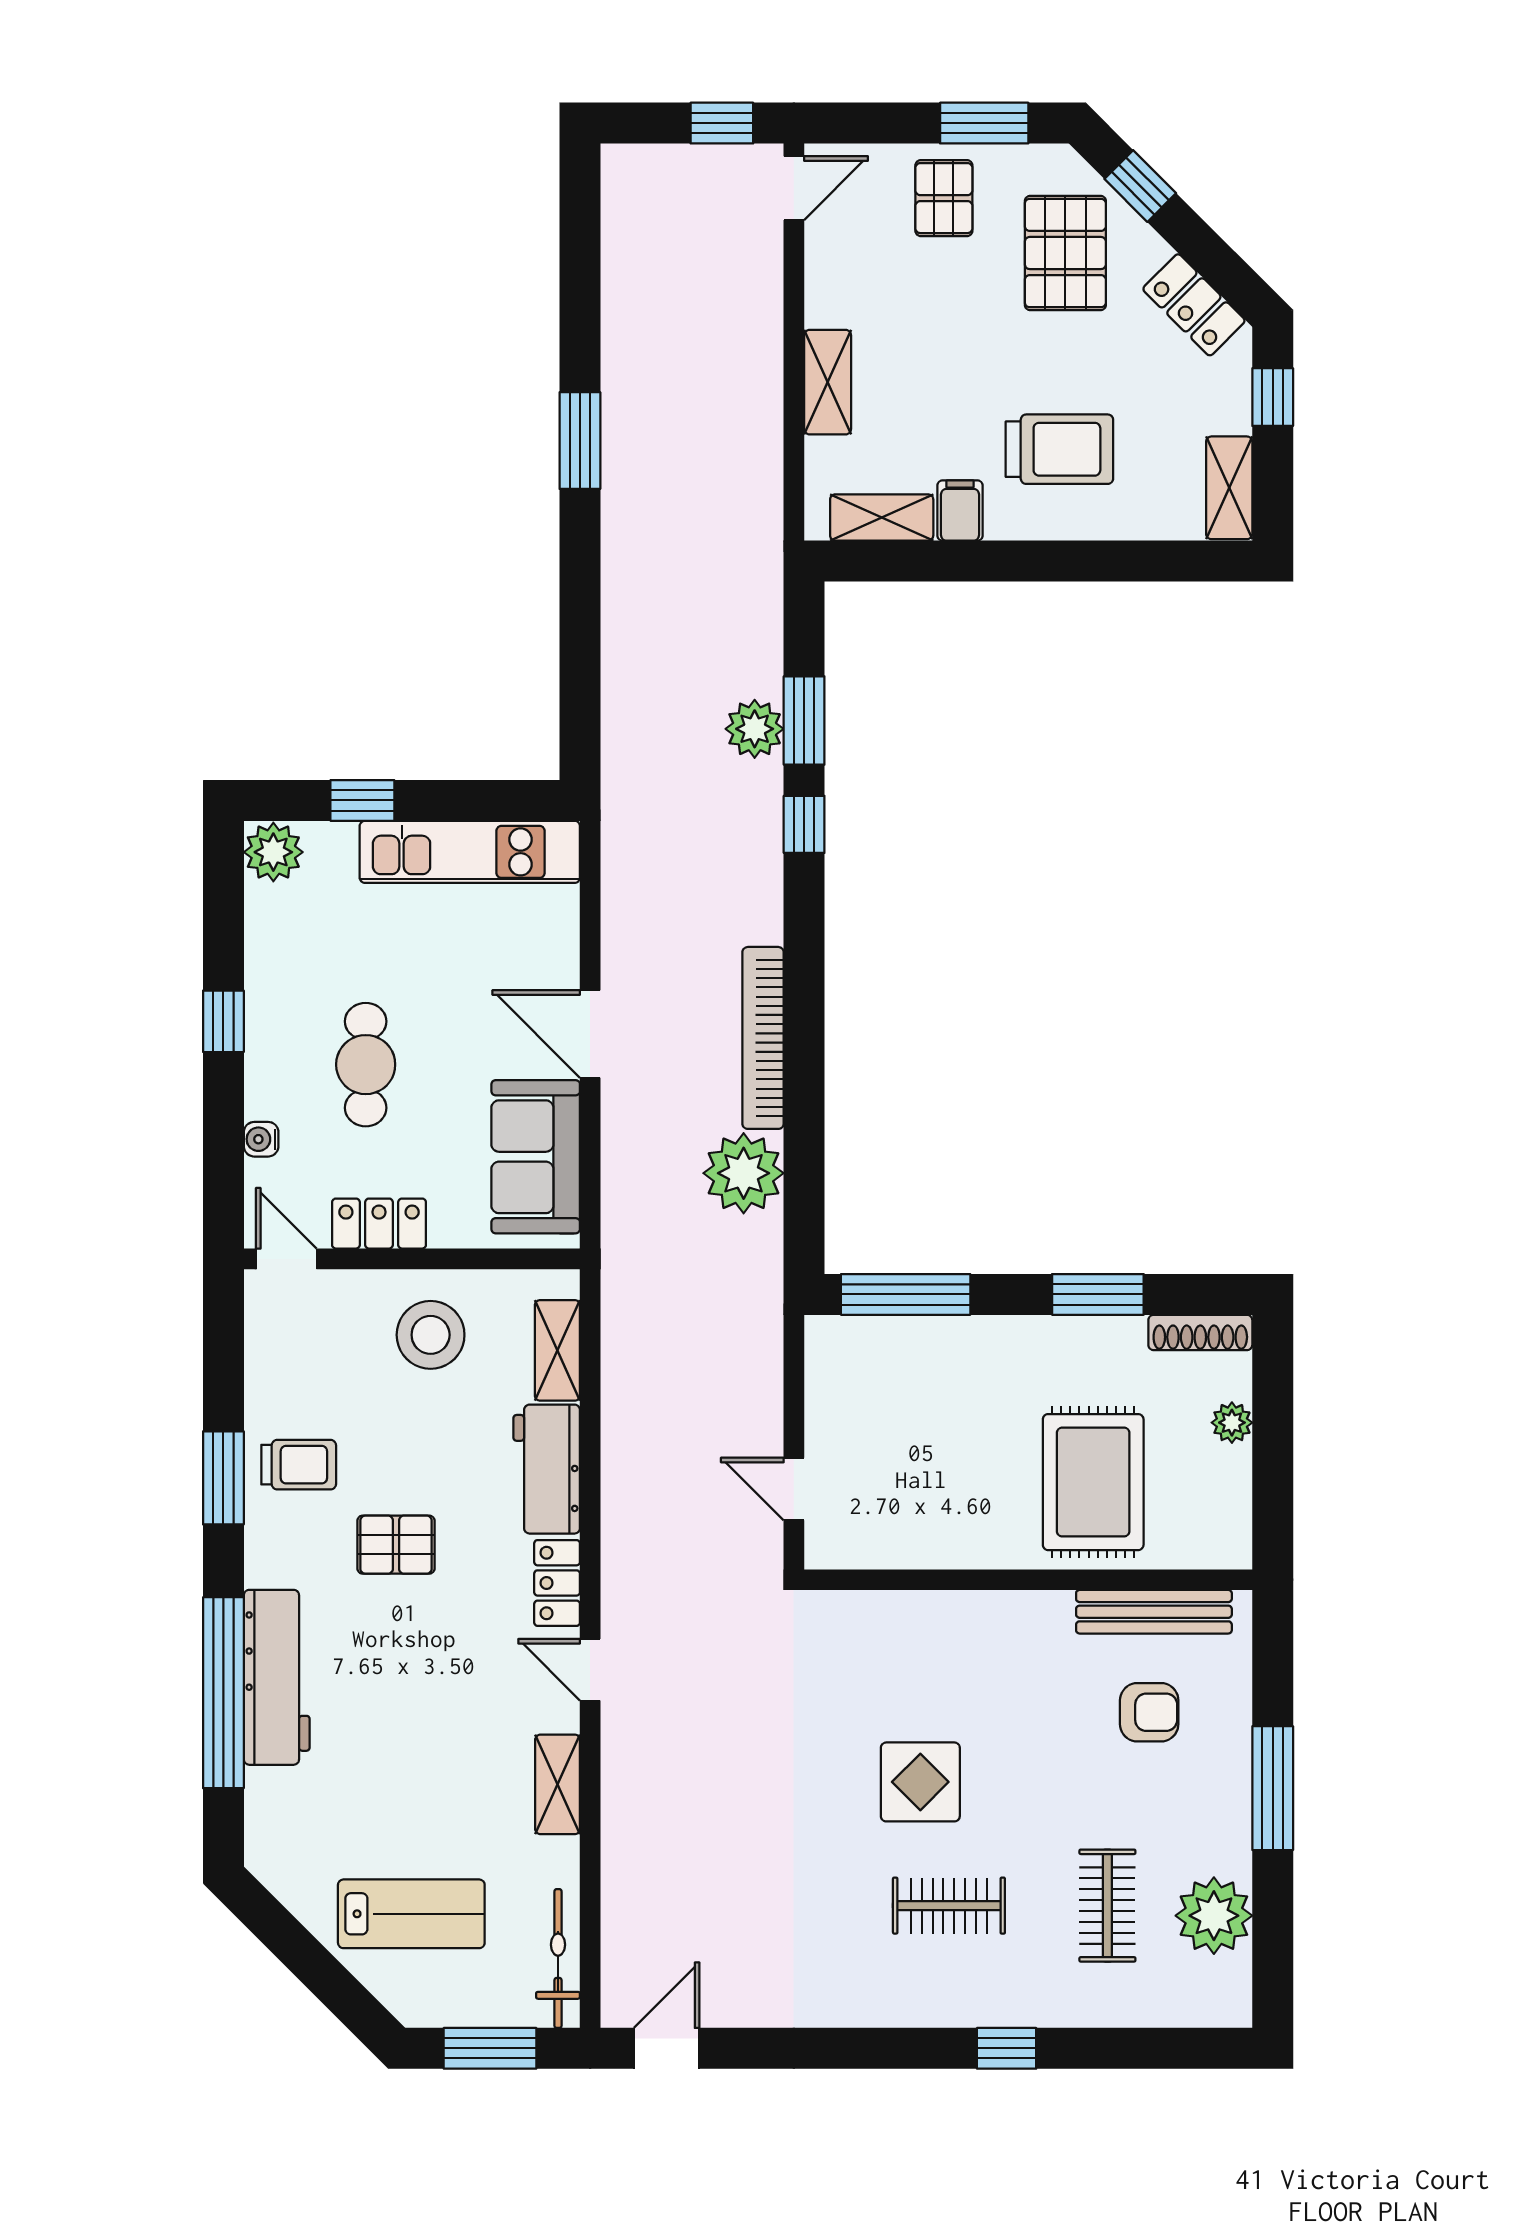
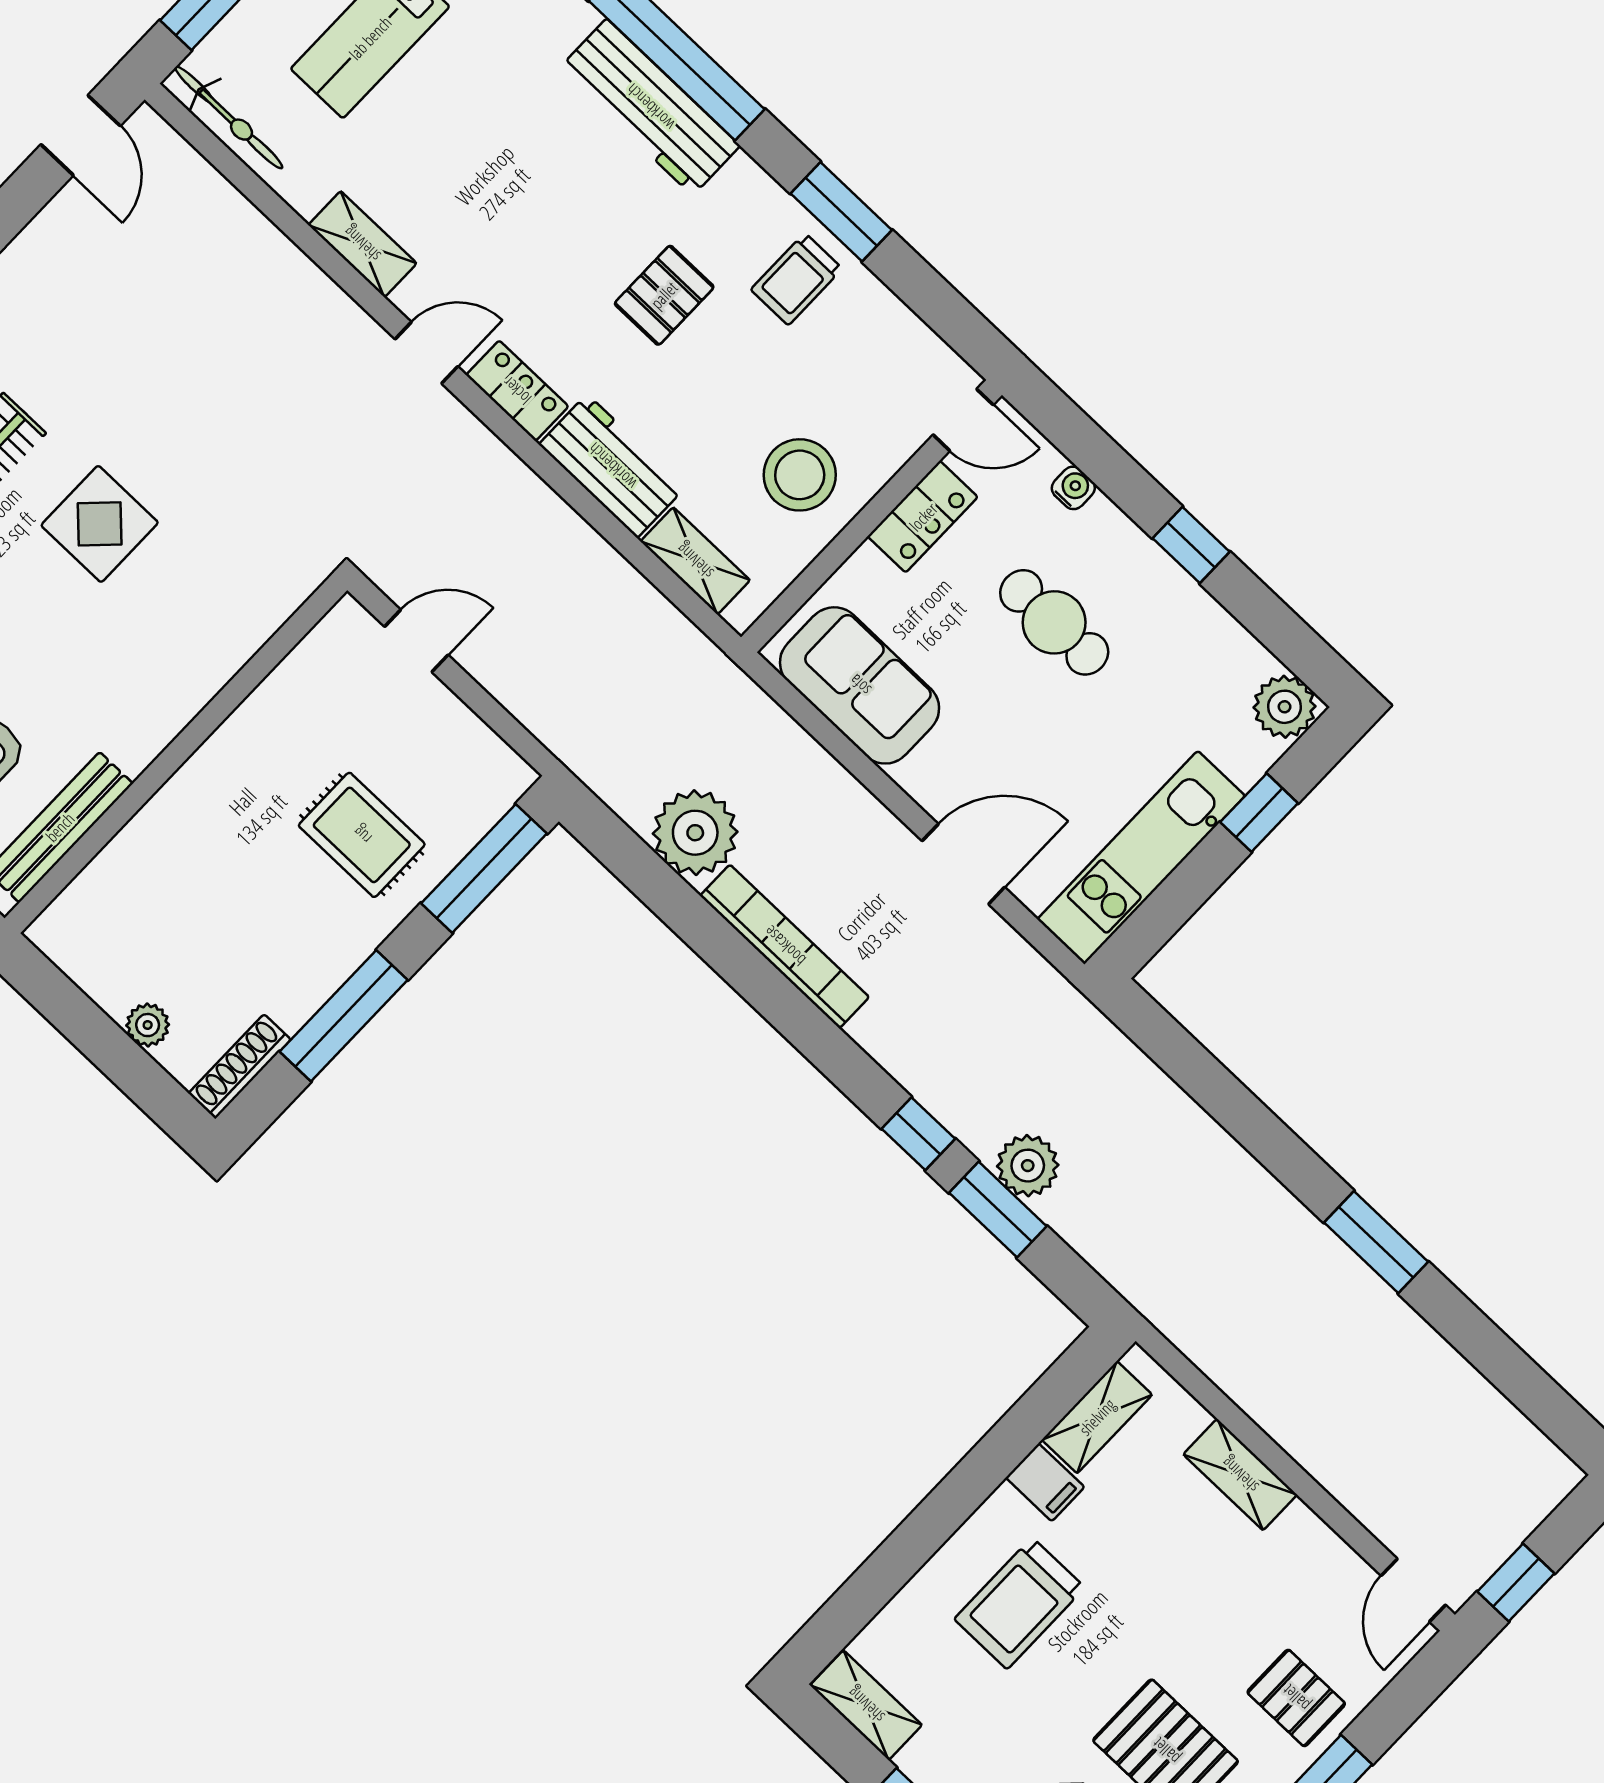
door: (590, 1034) -> (963, 864), moved
window: (1098, 1294) -> (344, 1016), width x1.44
rug: (1093, 1482) -> (362, 835), moved, width x0.73, depth x0.70

